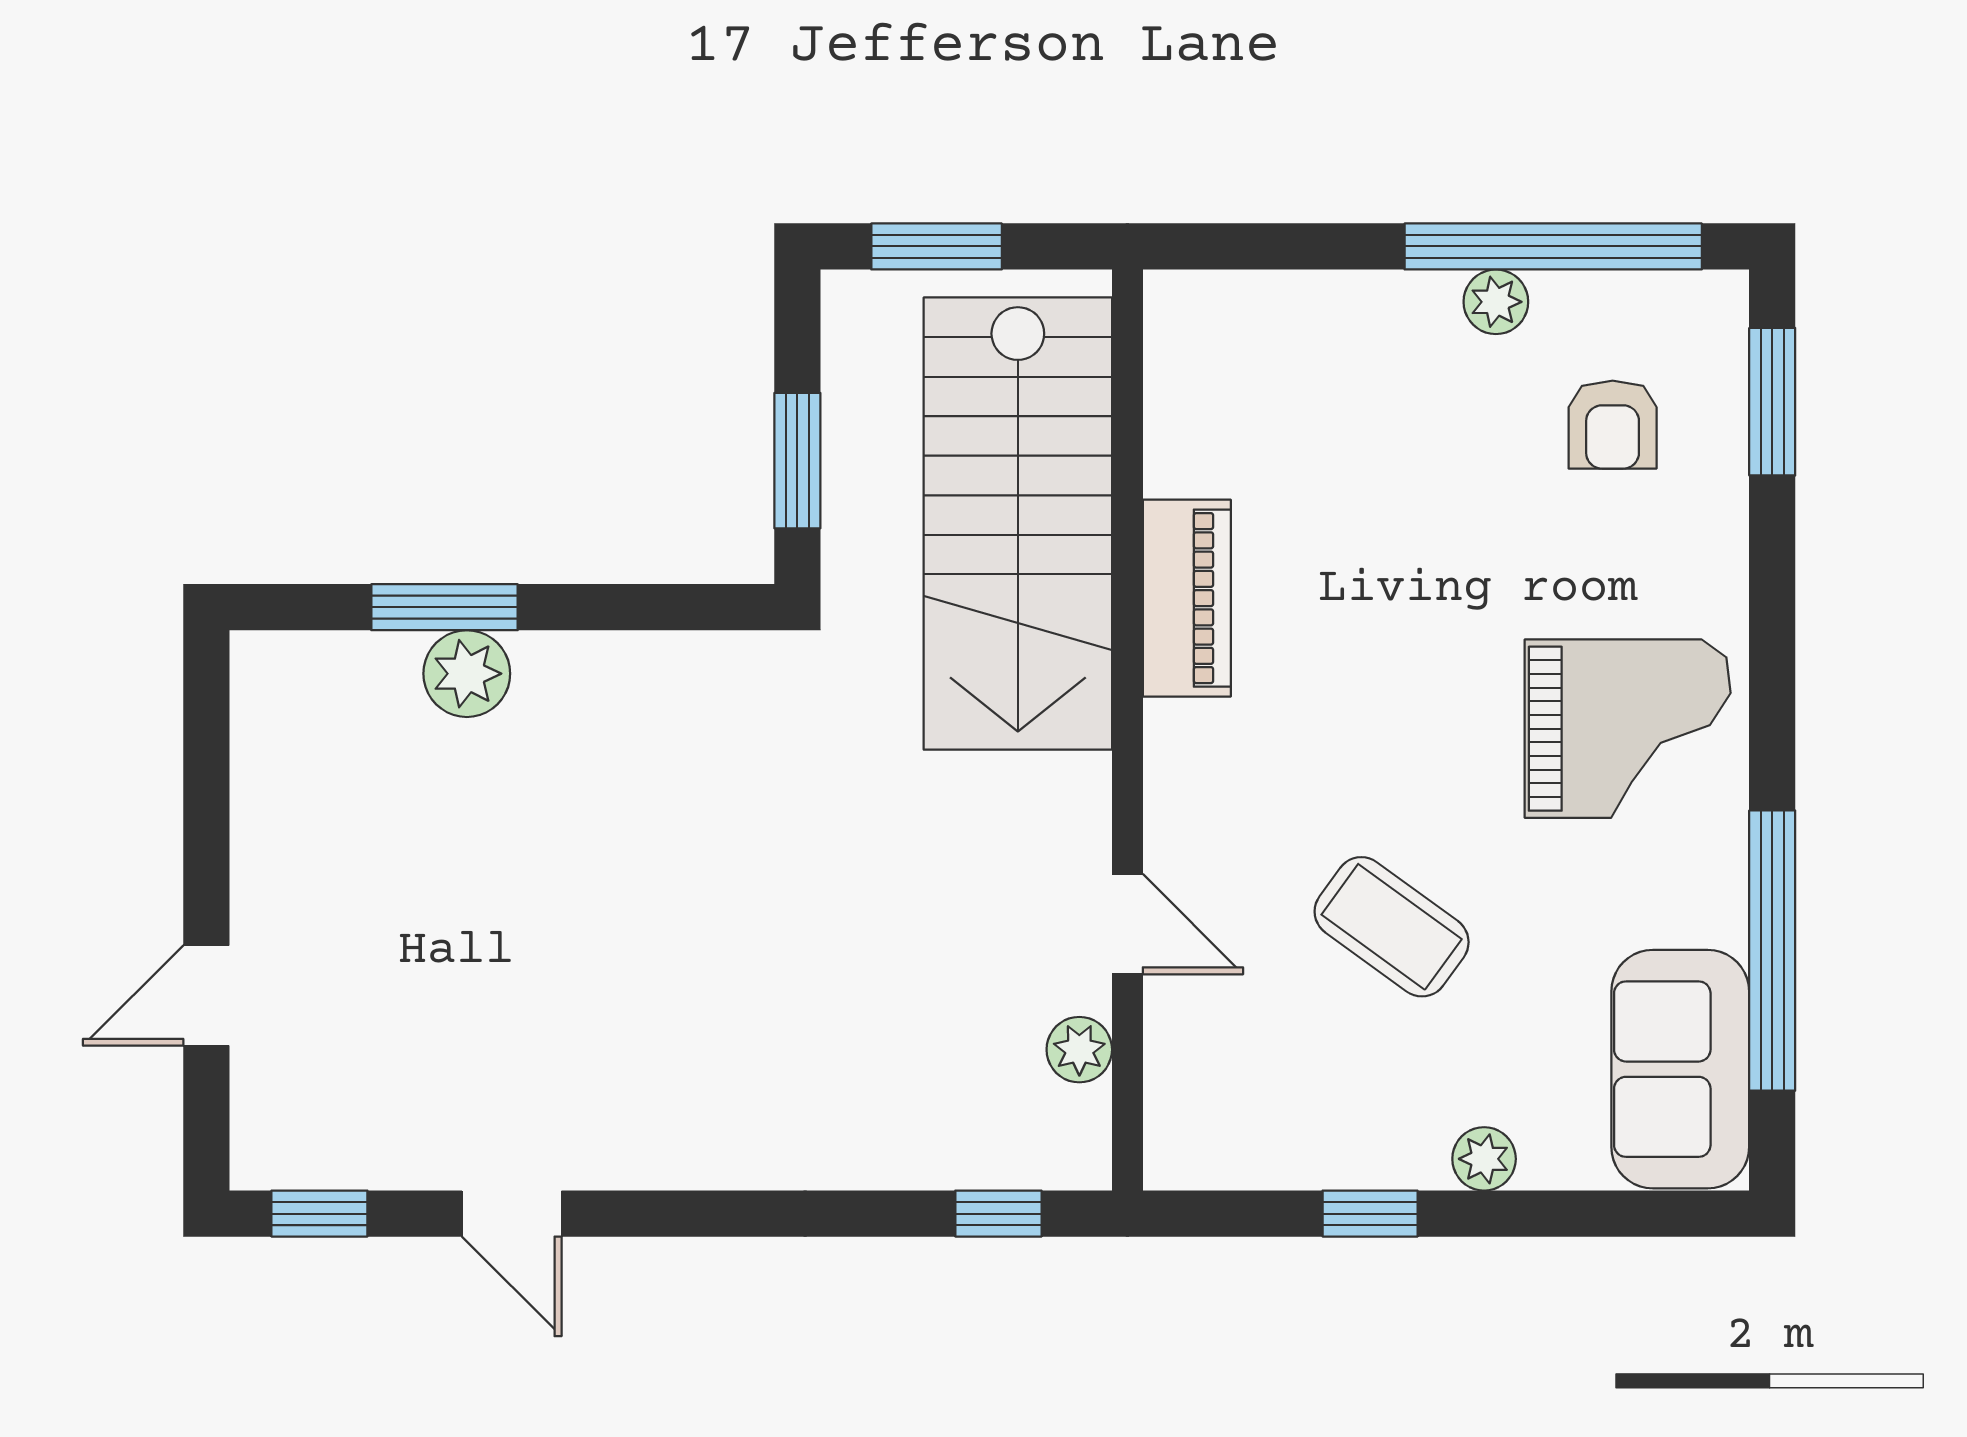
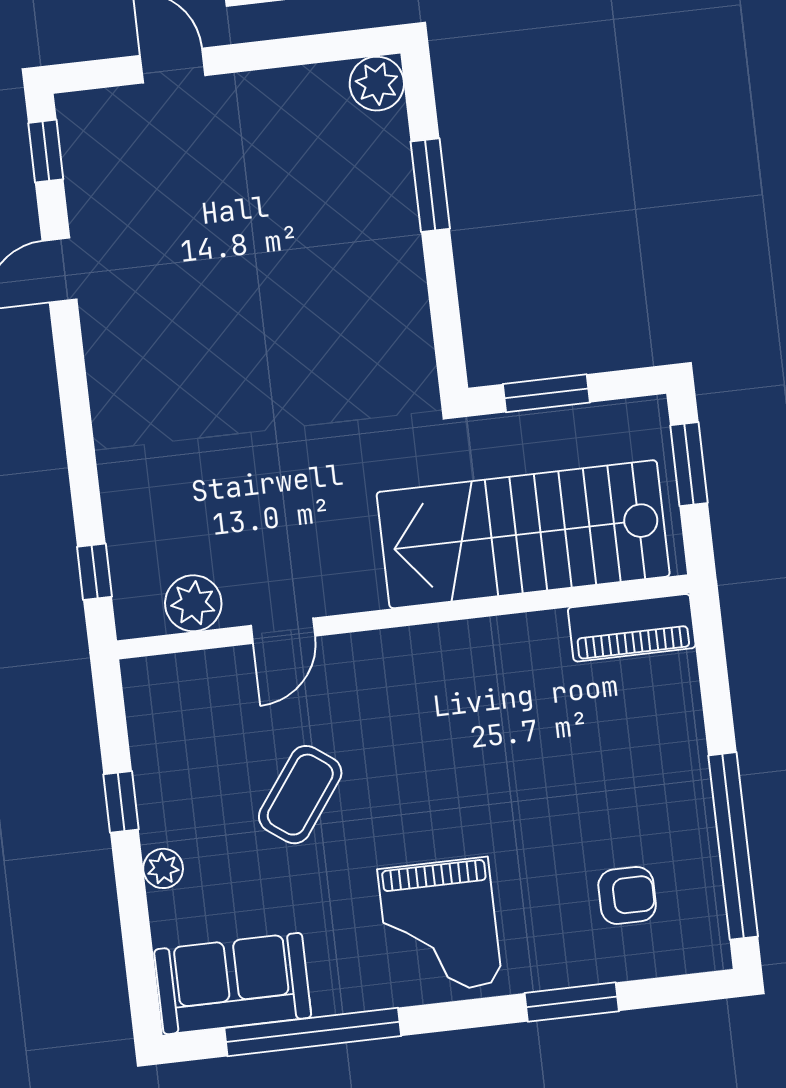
plant: (1496, 302) -> (695, 814), removed
window: (1772, 402) -> (572, 1002), moved
armchair: (1613, 425) -> (627, 895), turned 180
piano: (1187, 598) -> (632, 628), moved
plant: (467, 674) -> (377, 84), moved
plant: (1079, 1050) -> (193, 603), width x1.38, depth x1.38

